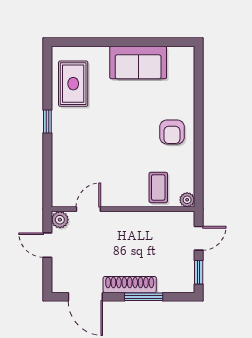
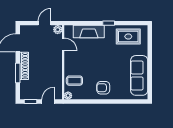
sofa: (138, 63) -> (139, 75), width x1.36
fireplace: (64, 160) -> (89, 32), added
door: (199, 238) -> (48, 102), swing flipped

